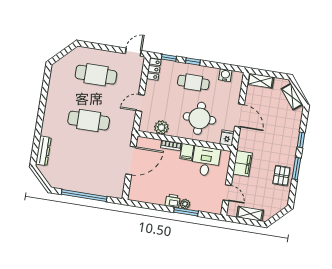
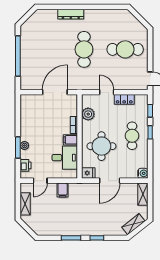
locker: (154, 69) -> (124, 99), moved
cafe table: (96, 75) -> (125, 49), turned 90
water cooler: (225, 75) -> (143, 173), moved
dresser: (43, 151) -> (71, 14), moved
door: (131, 161) -> (55, 92), swing flipped
filing cabinet: (242, 164) -> (63, 190), width x0.50
pallet: (281, 176) -> (63, 226), removed
printer: (173, 201) -> (25, 165), moved

